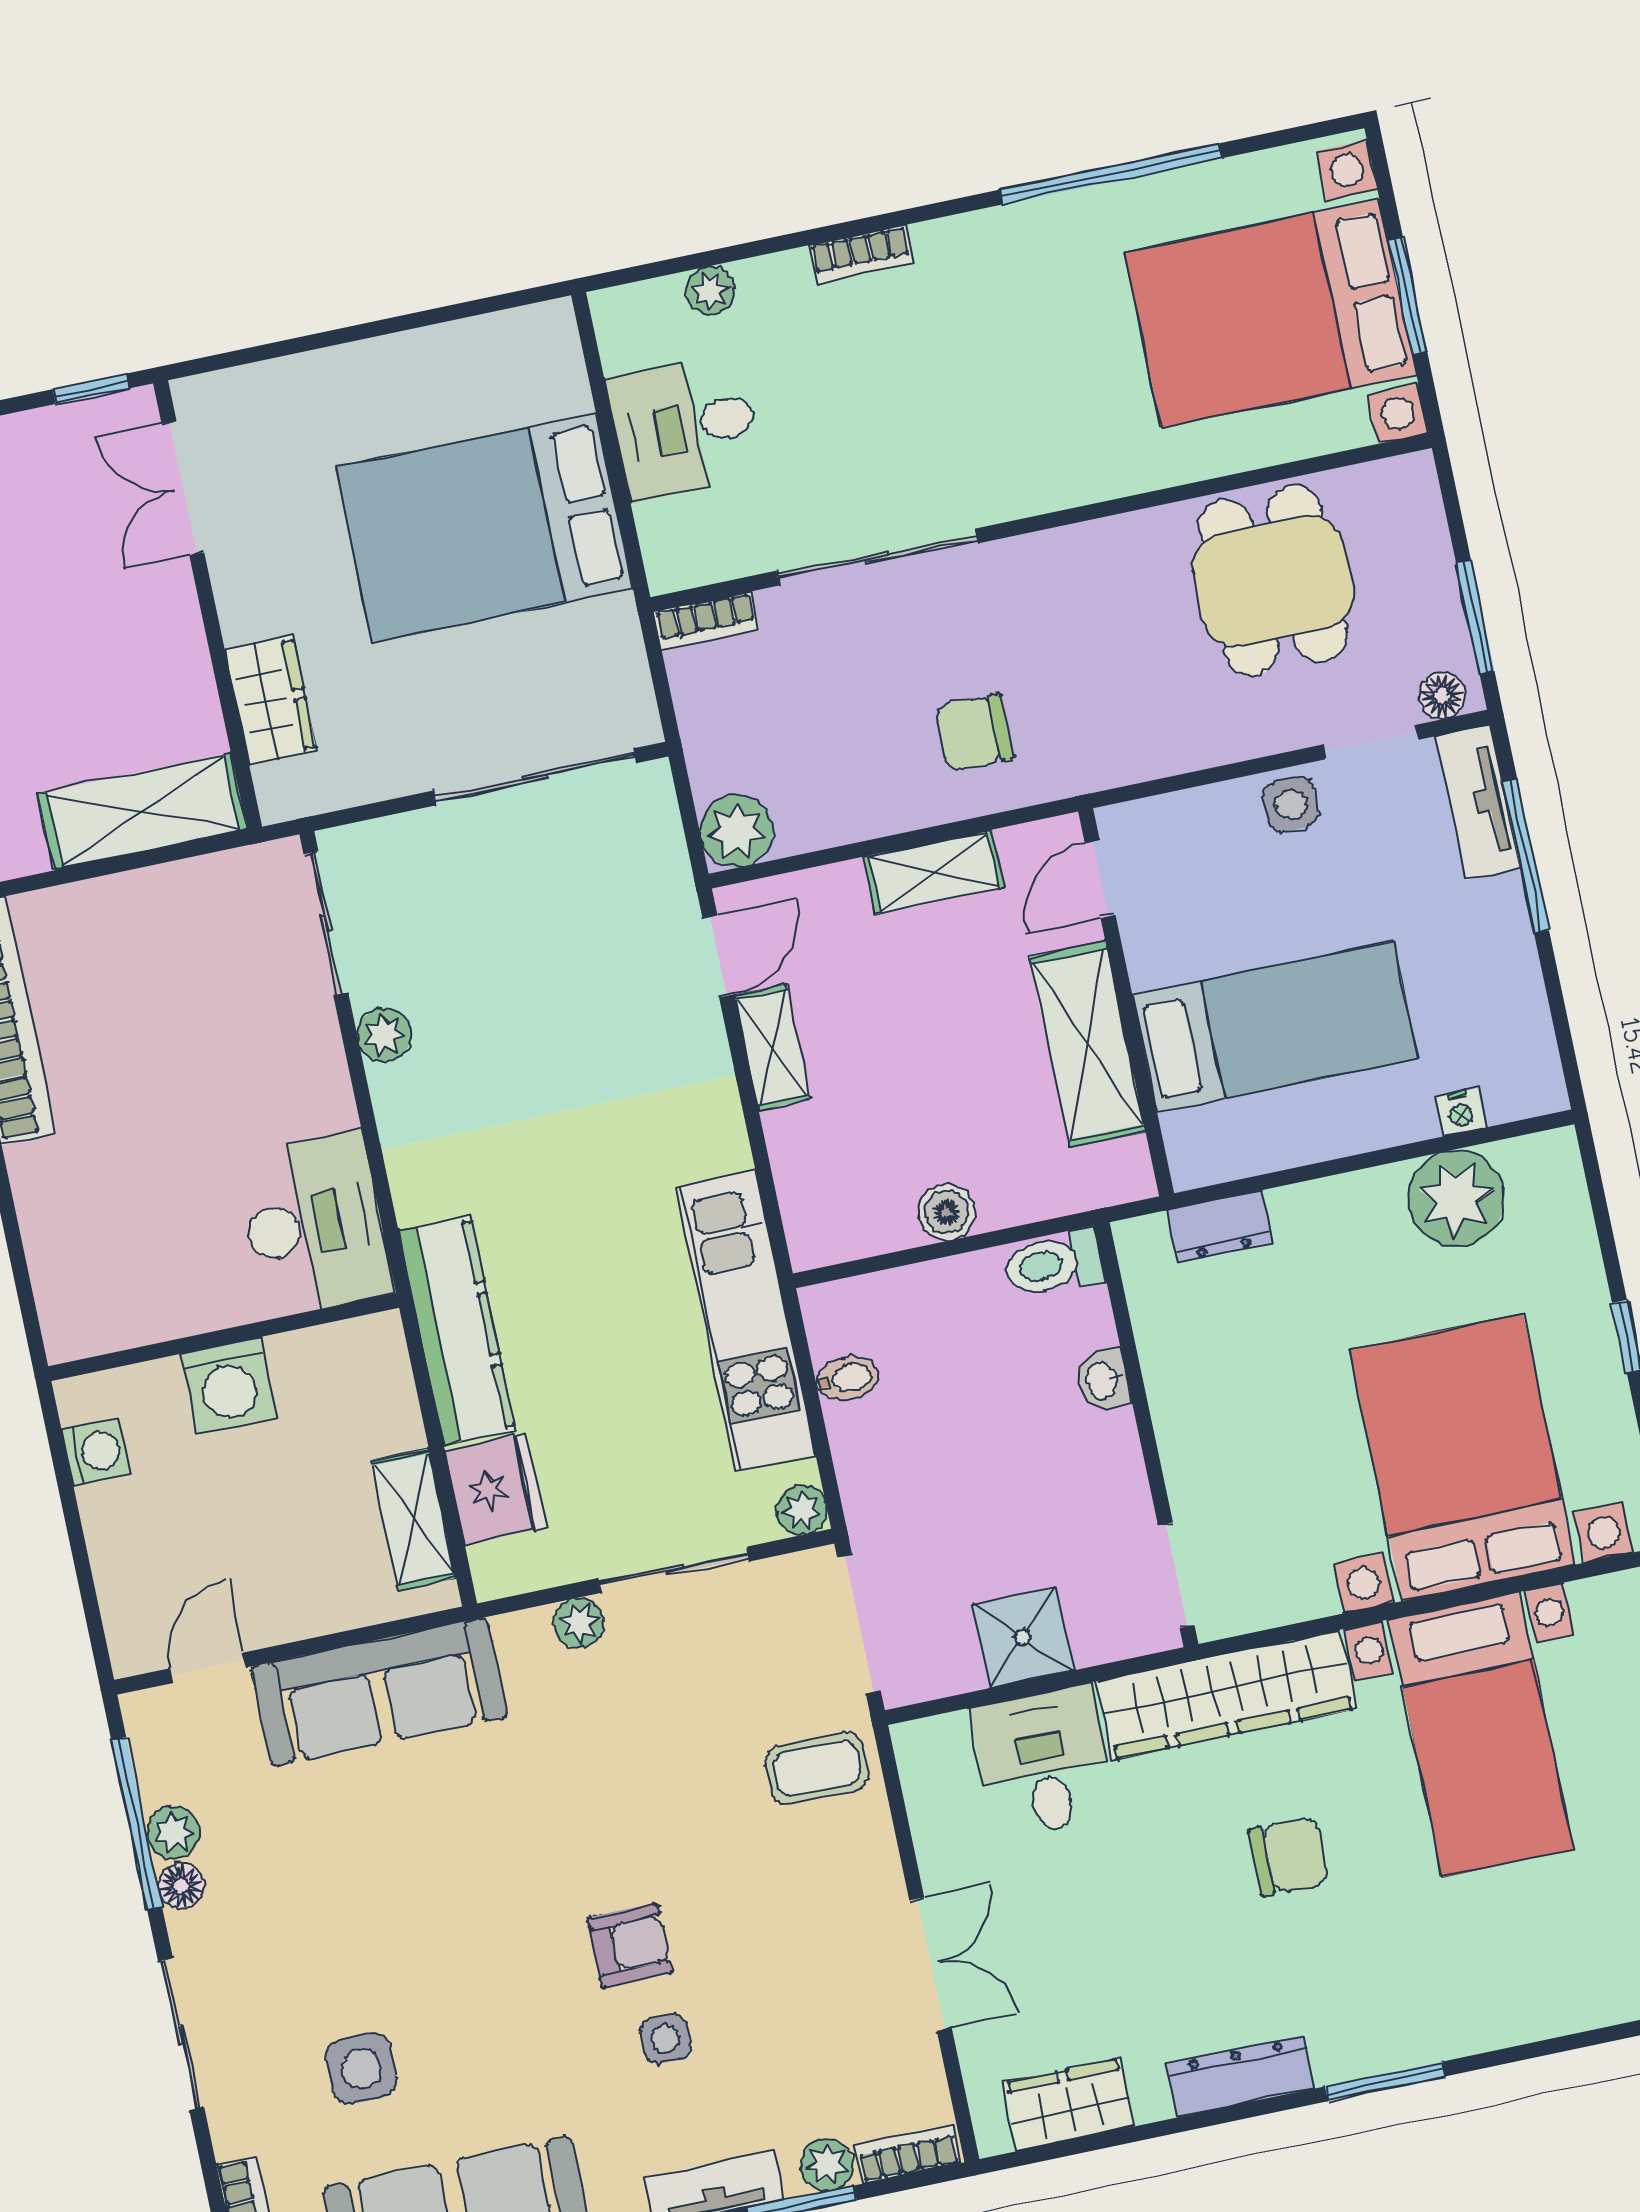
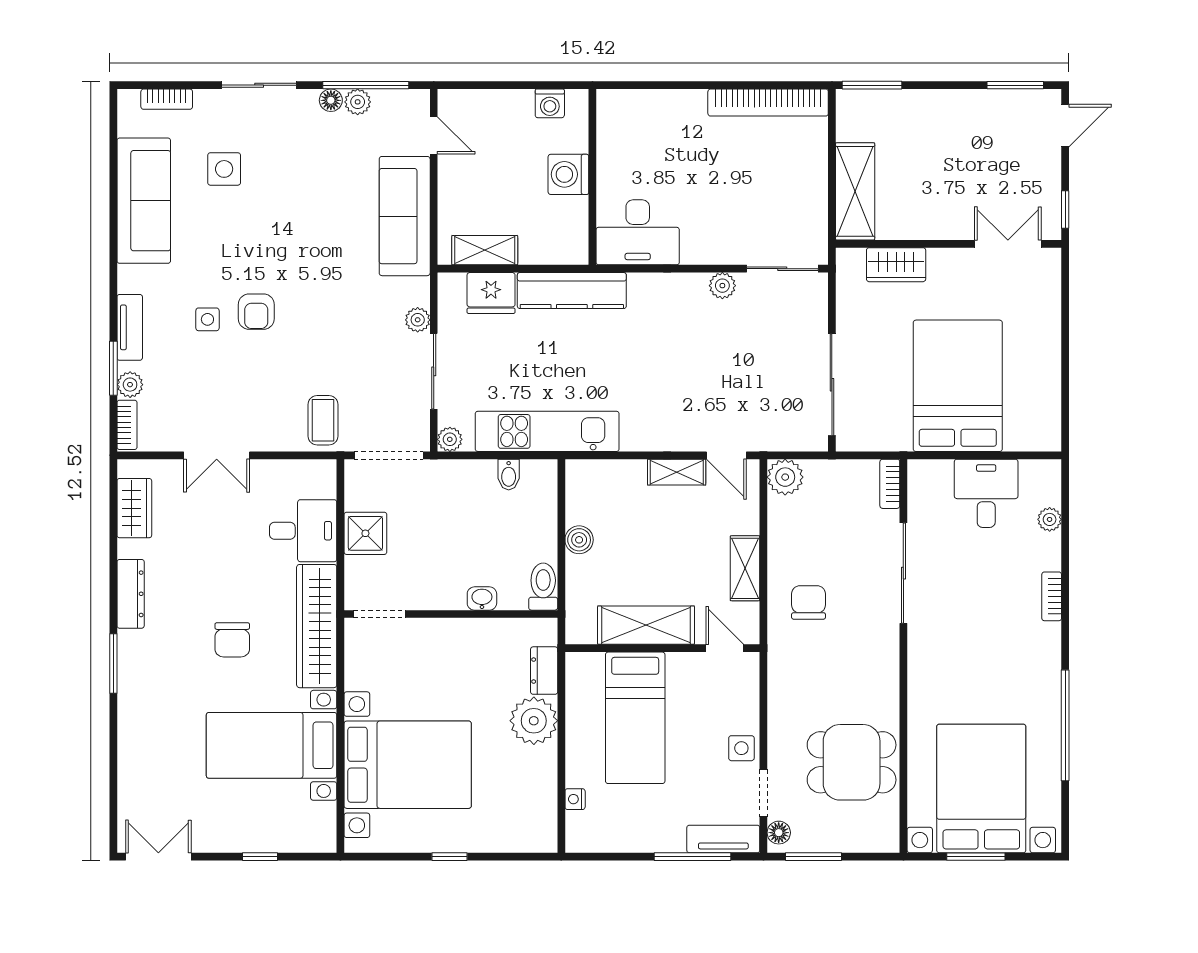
plant: (1456, 1198) -> (534, 721), moved

